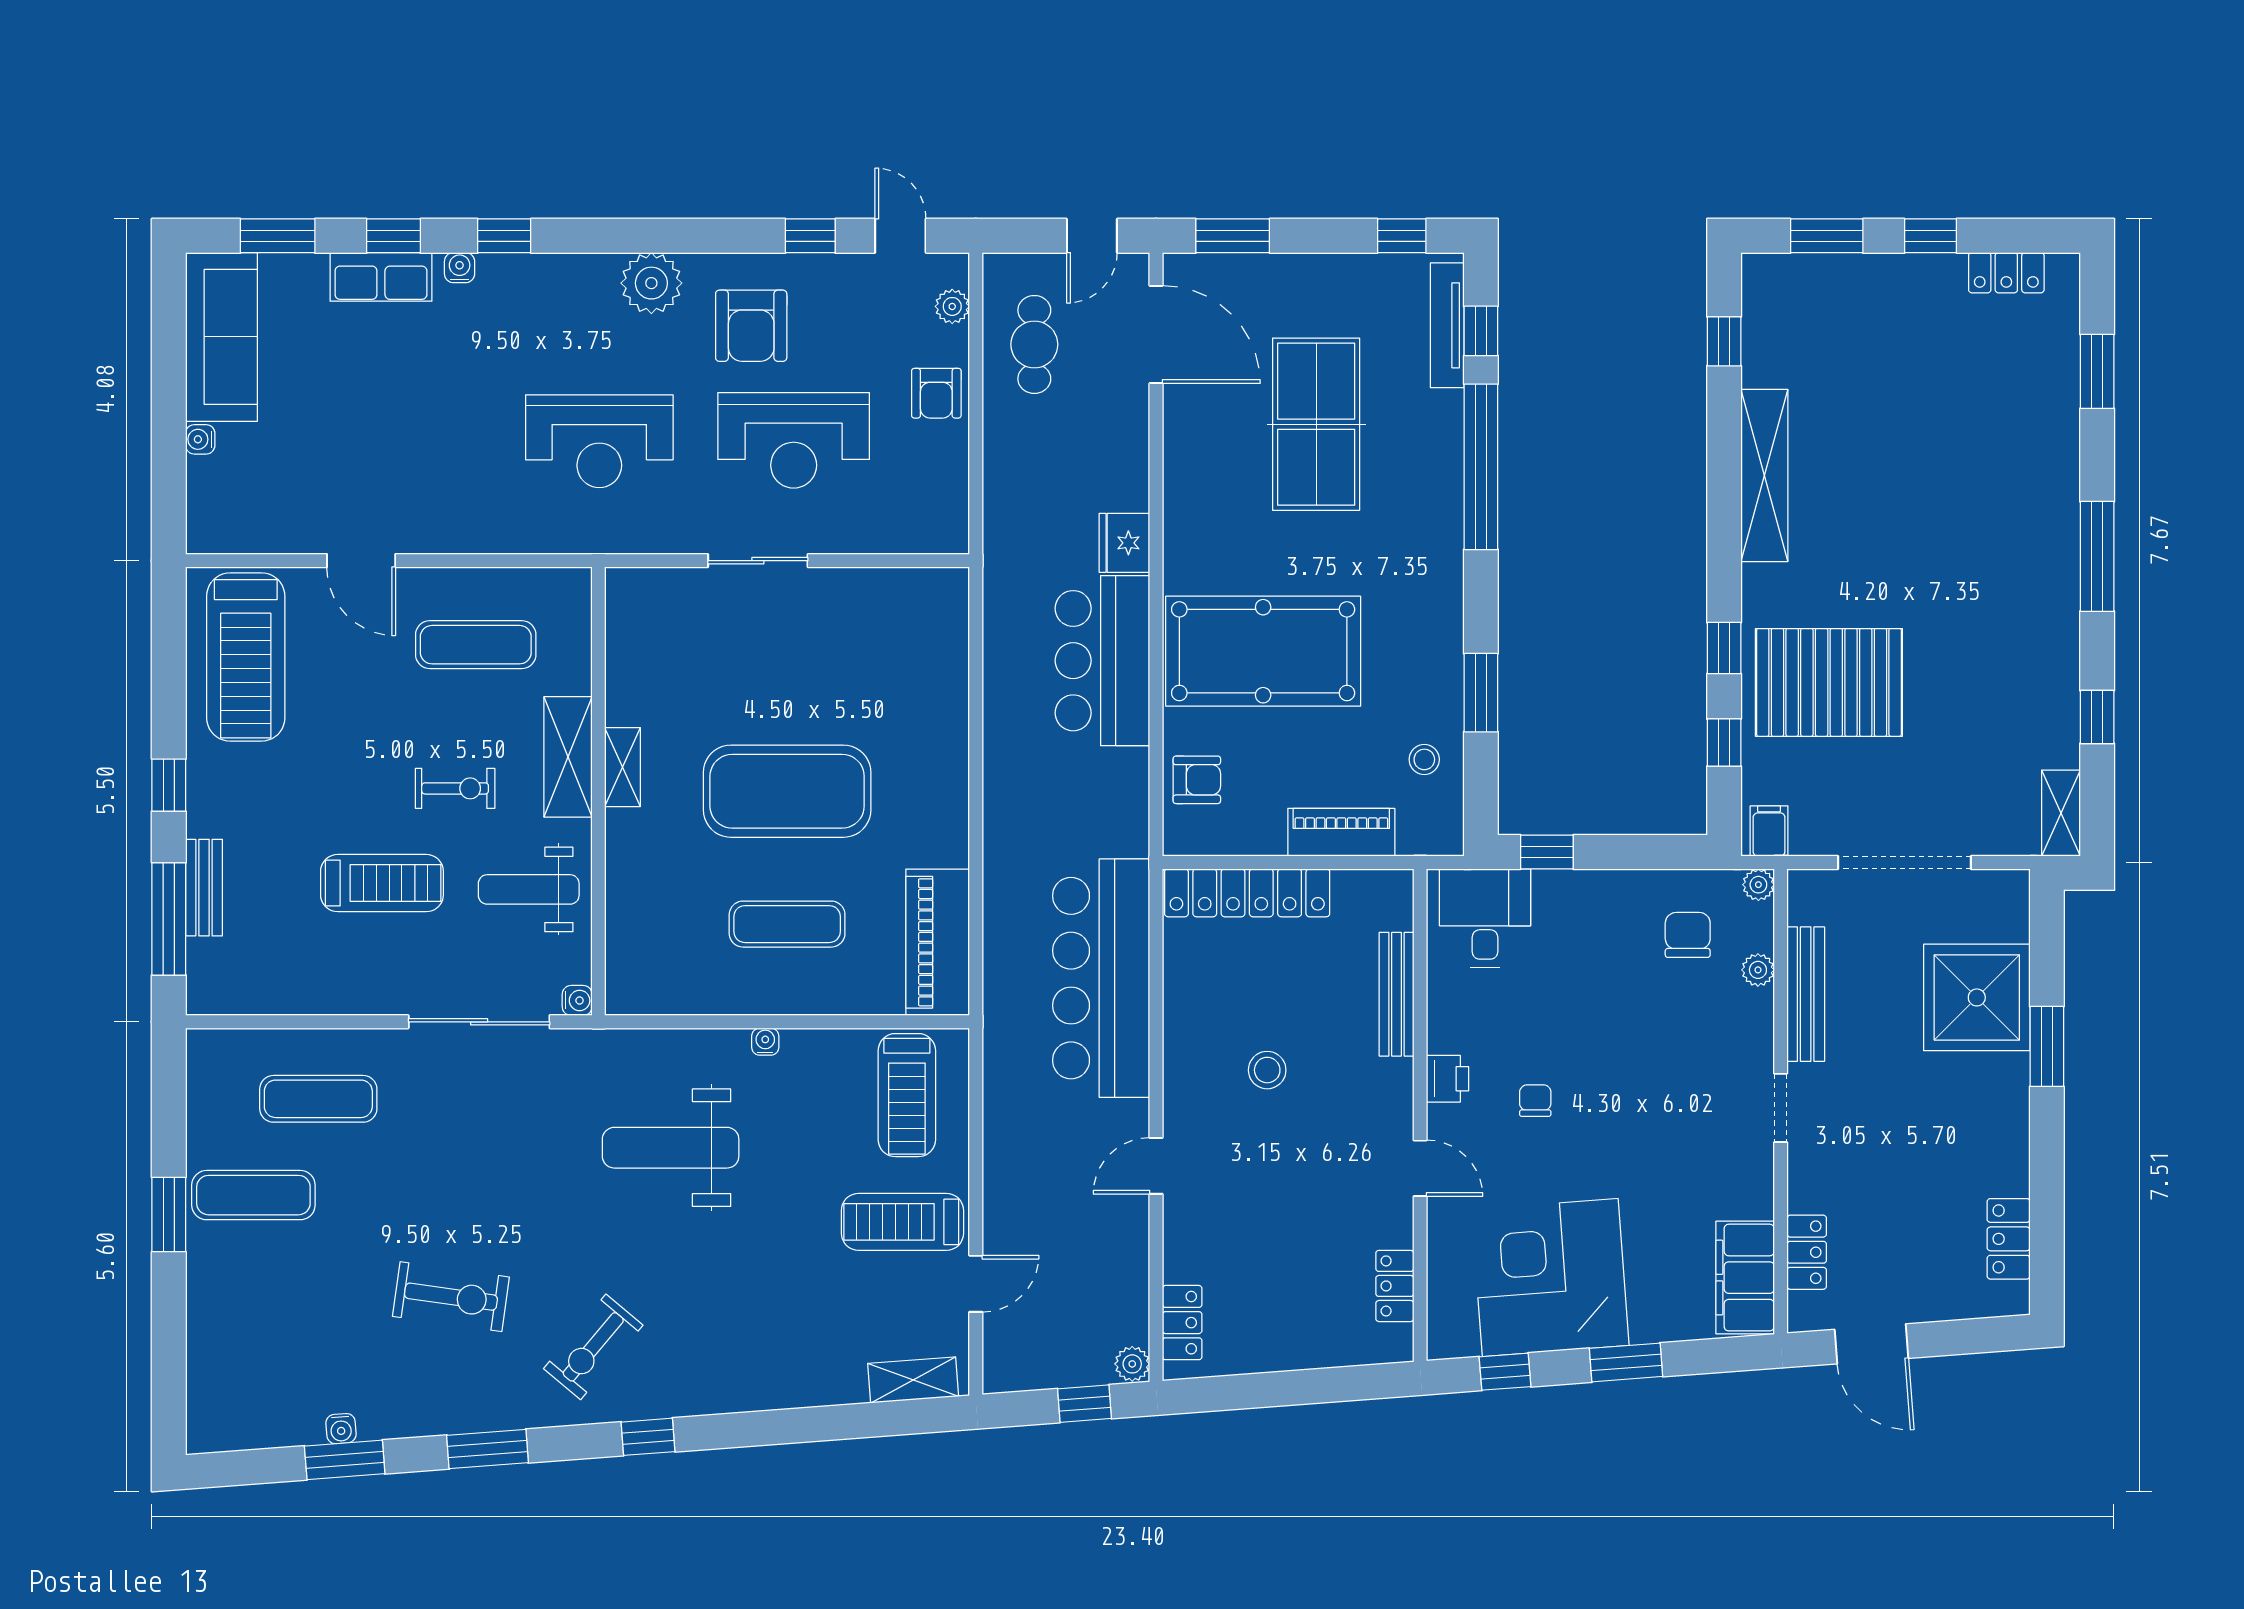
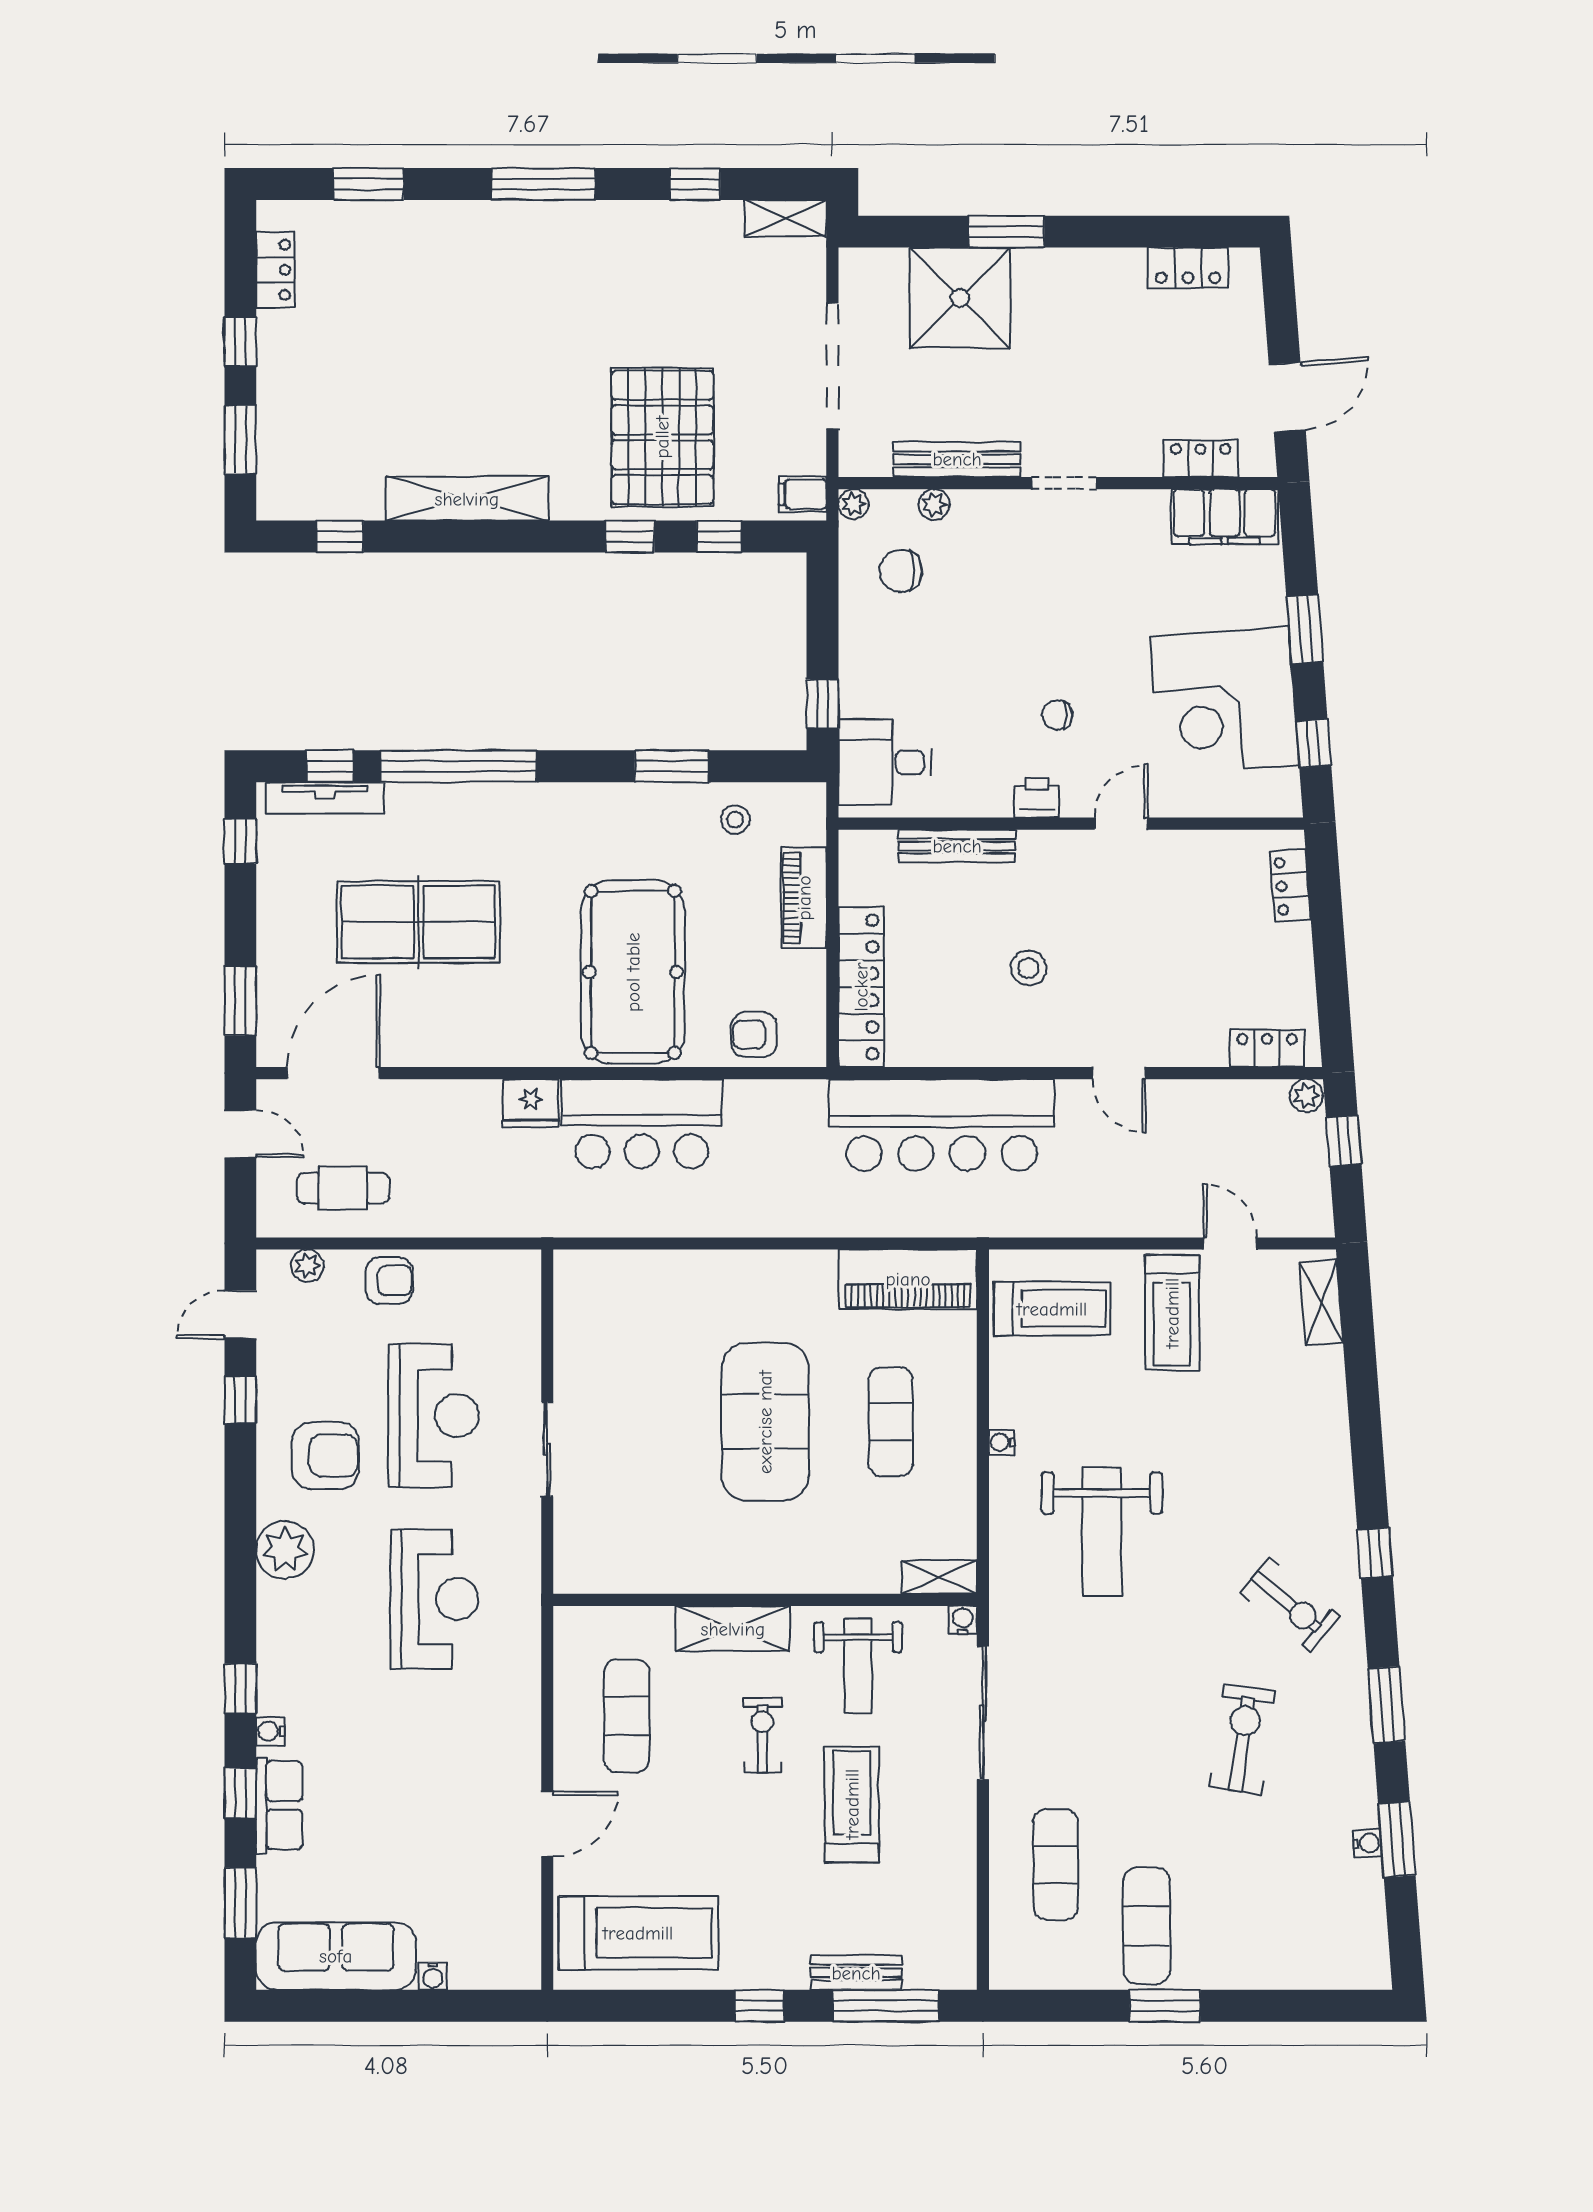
shelving: (623, 767) -> (940, 1577), moved
armchair: (1197, 780) -> (754, 1035), turned -90
locker: (1395, 1286) -> (1290, 886), moved, turned 86

